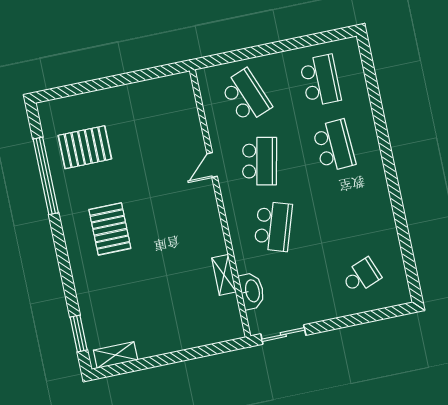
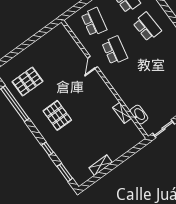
school desk: (246, 96) -> (94, 22), turned 33
school desk: (273, 226) -> (135, 79), removed
window: (67, 279) -> (48, 149), added
shelving: (116, 355) -> (101, 165), moved

